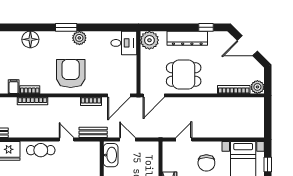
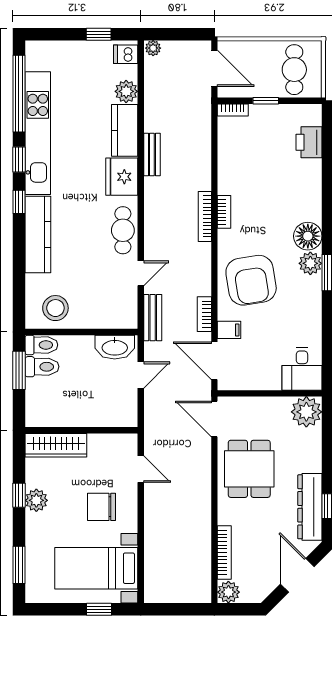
plant: (79, 38) -> (310, 263), moved
dresser: (187, 38) -> (310, 507), moved
floor lamp: (30, 39) -> (308, 236), moved
armchair: (71, 73) -> (251, 280), turned 81
filing cabinet: (14, 87) -> (229, 330), moved

